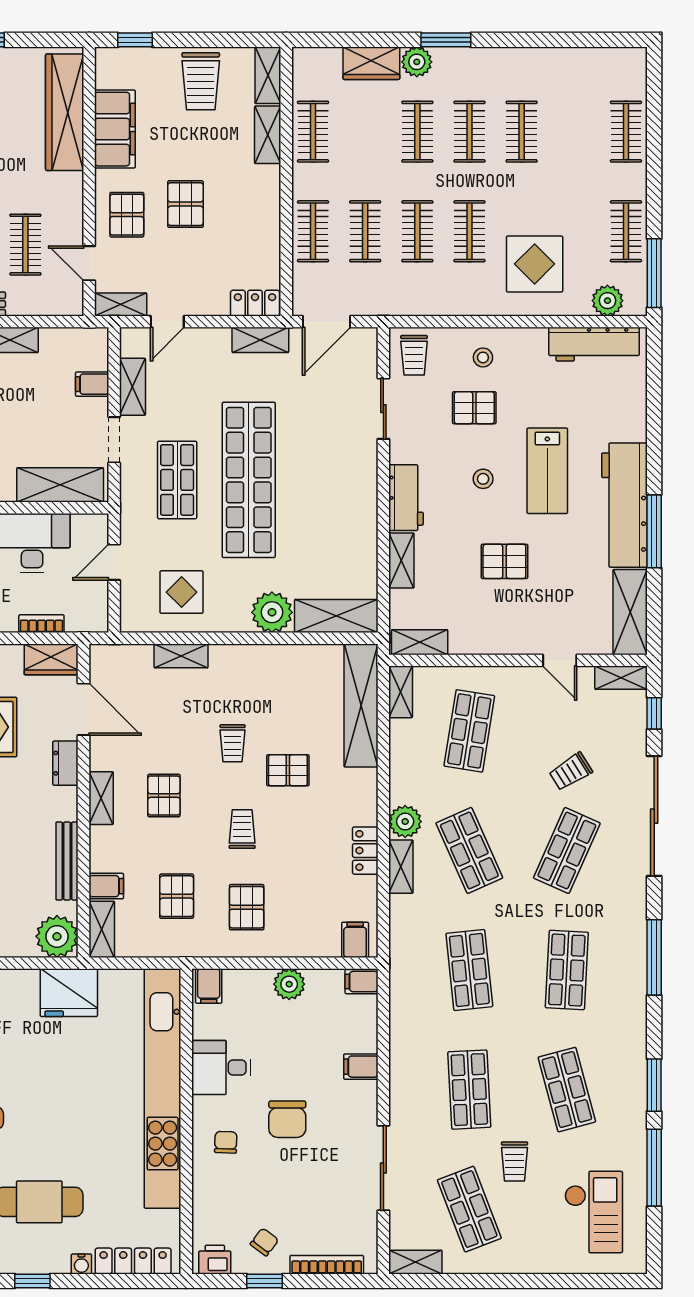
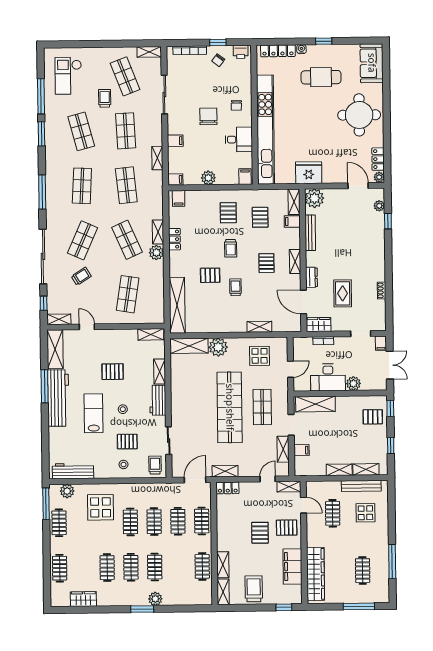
wardrobe: (371, 63) -> (83, 599), moved
pallet: (127, 215) -> (287, 528), turned 90
shelving: (401, 692) -> (157, 158), moved

